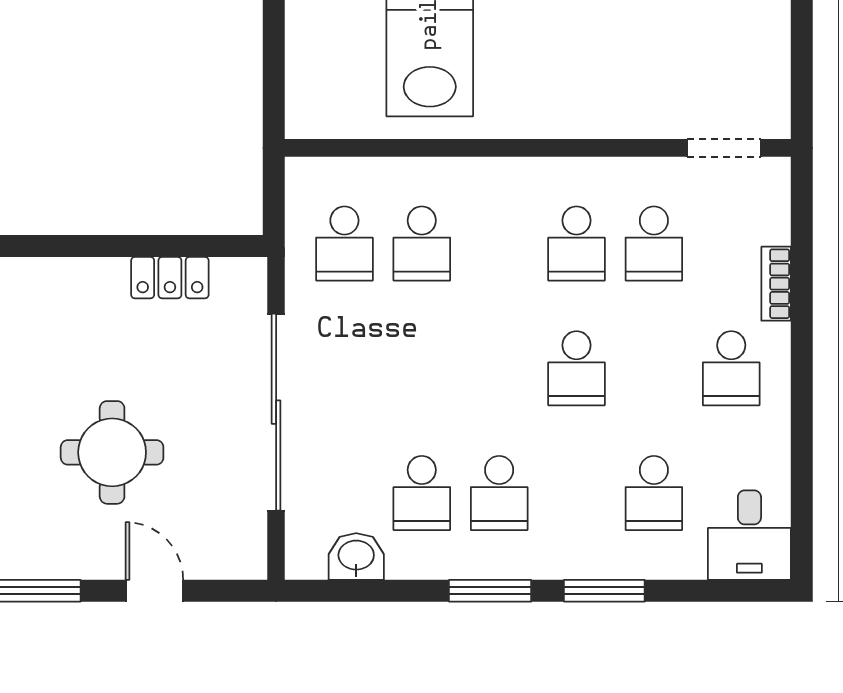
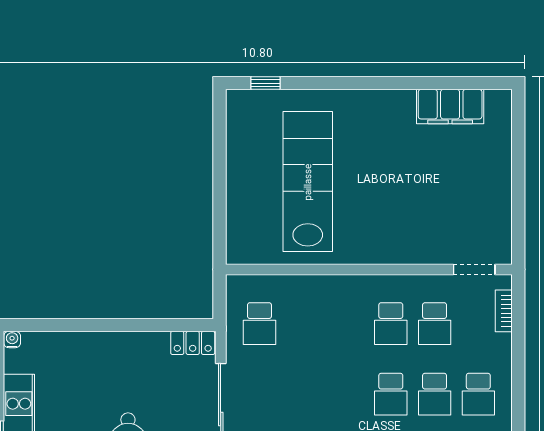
school desk: (422, 243) -> (435, 394), moved
locker: (170, 278) -> (193, 343), moved
bookcase: (776, 284) -> (504, 311), moved

